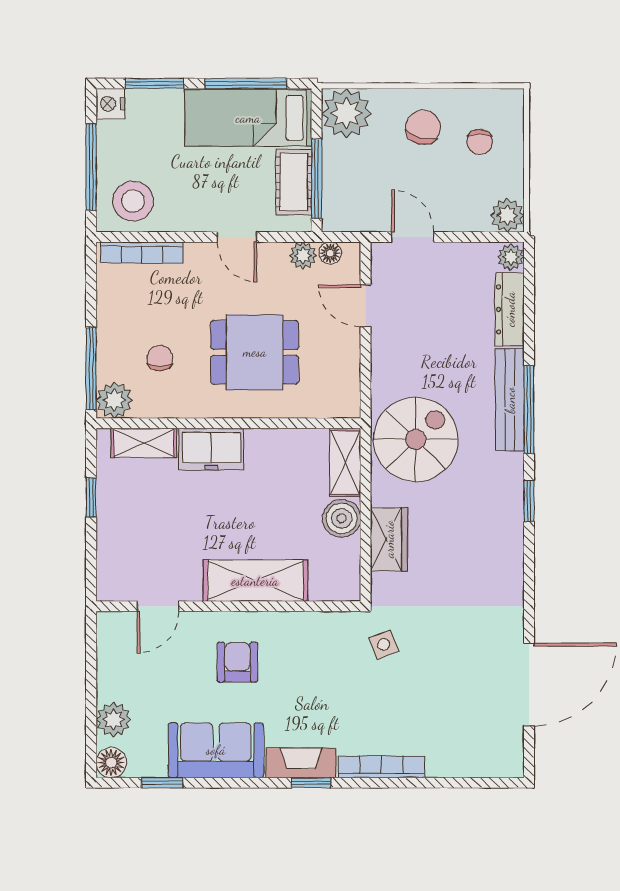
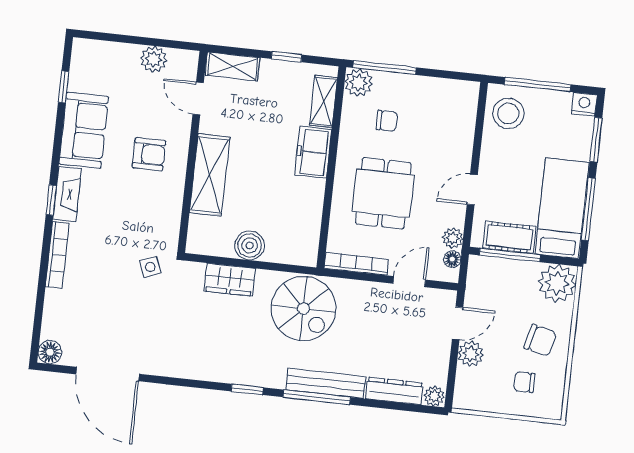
plant: (507, 215) -> (471, 354), moved
bookcase: (142, 252) -> (356, 264), moved, turned 90
shelving: (345, 462) -> (233, 66), moved
plant: (113, 719) -> (154, 59), moved
floor lamp: (111, 763) -> (50, 352), moved

